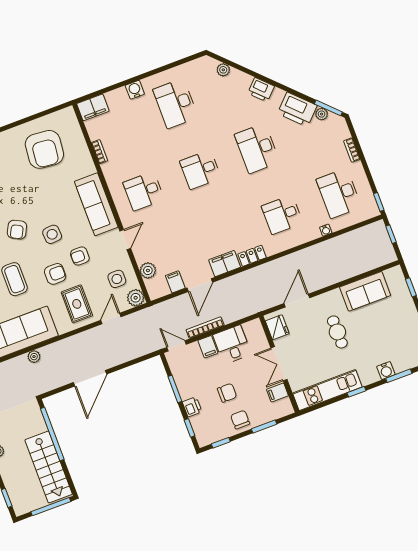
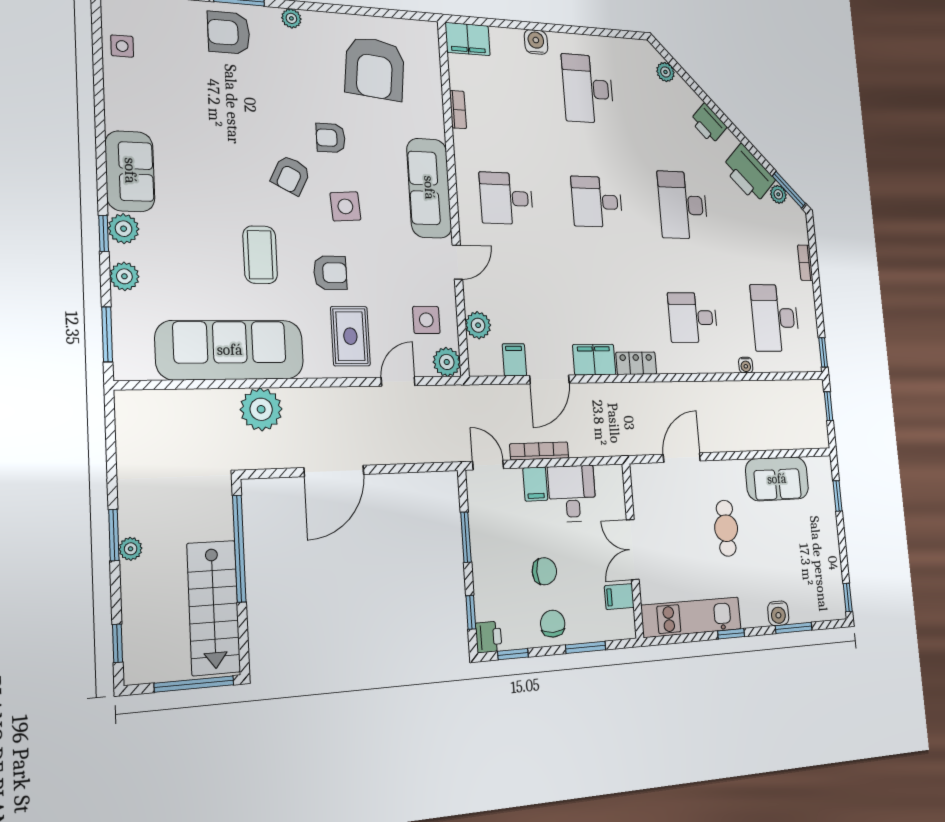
armchair: (80, 256) -> (331, 138), moved
fridge: (277, 327) -> (644, 490), removed
plant: (34, 357) -> (261, 409), width x1.88, depth x1.88
printer: (192, 407) -> (489, 637), moved

